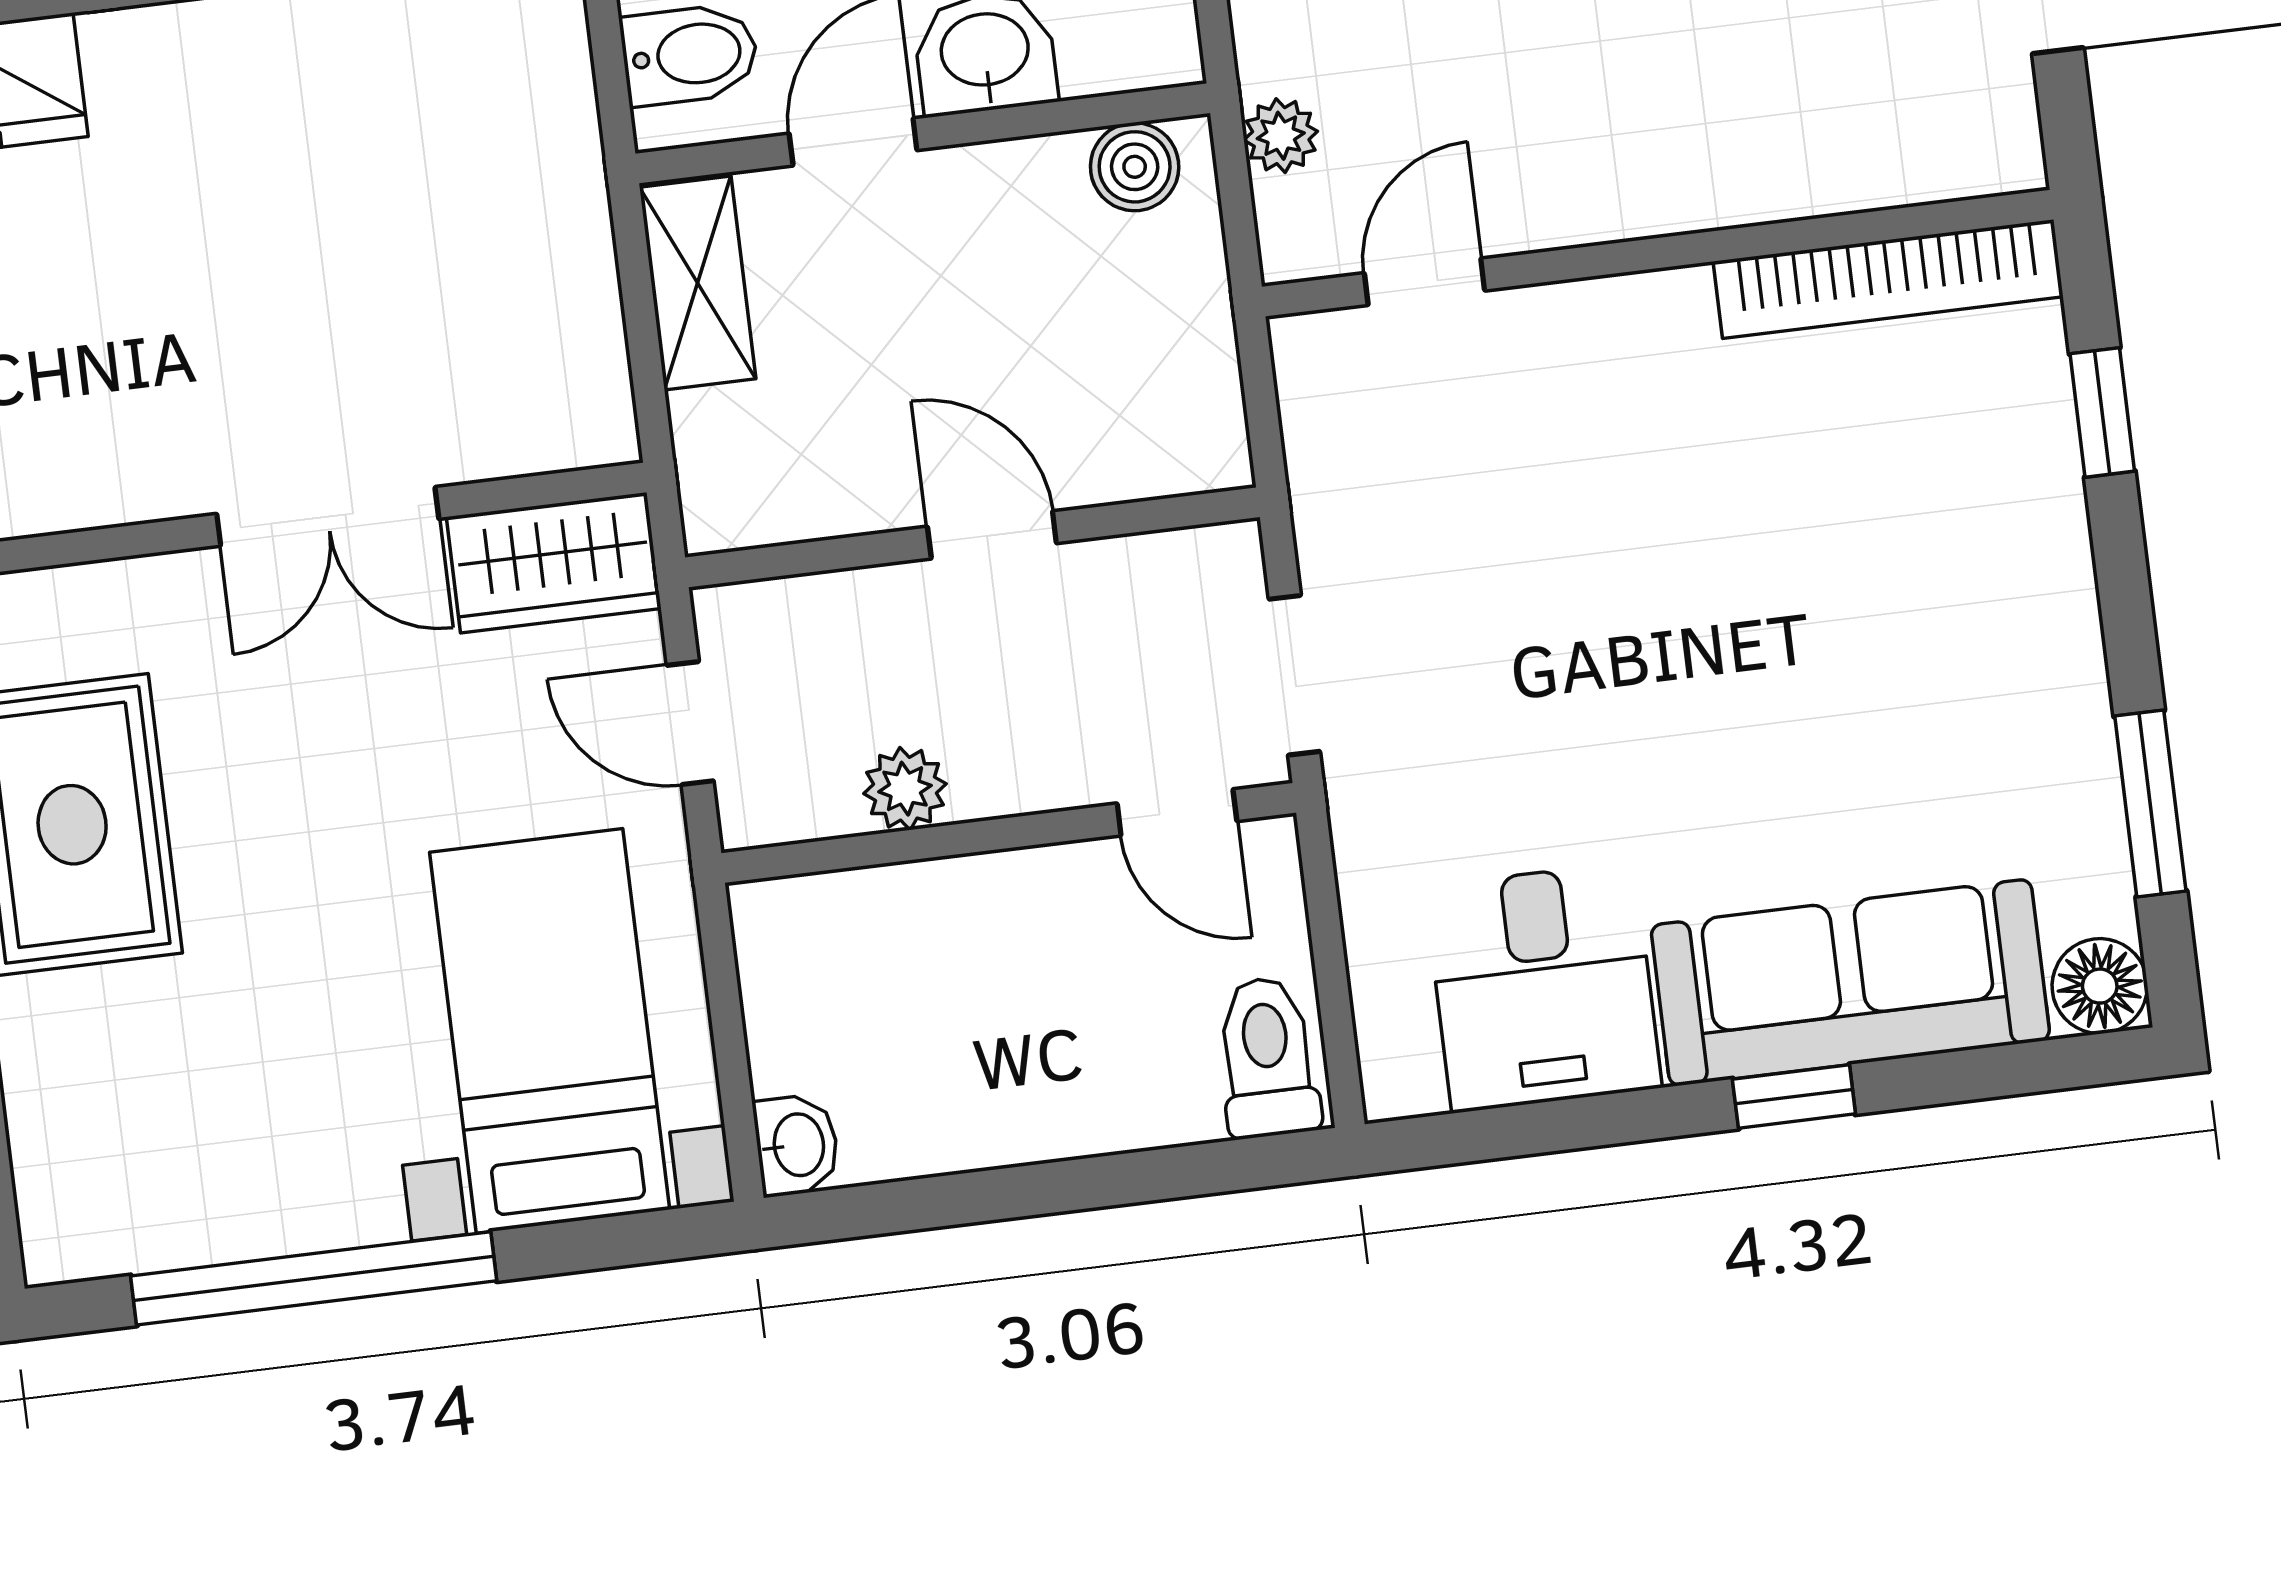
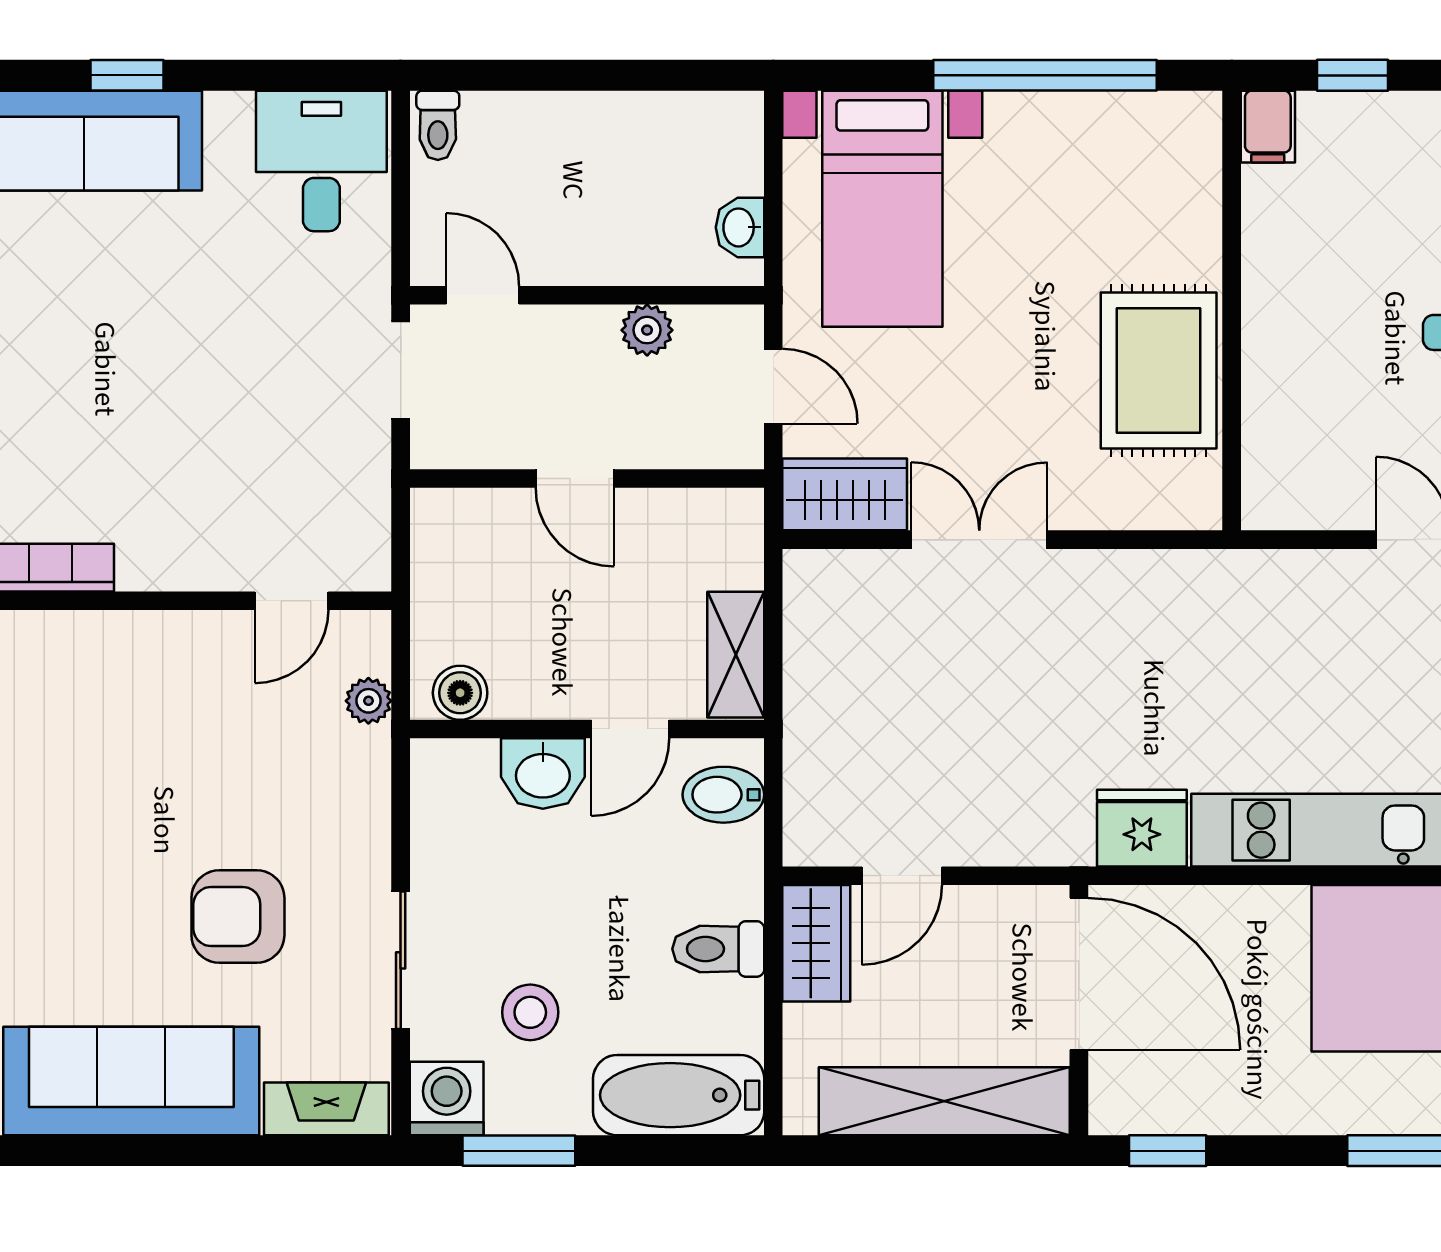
desk: (1543, 987) -> (321, 161), moved
toilet: (1267, 1057) -> (438, 125), width x0.73, depth x0.72
washbasin: (797, 1145) -> (740, 227), moved

